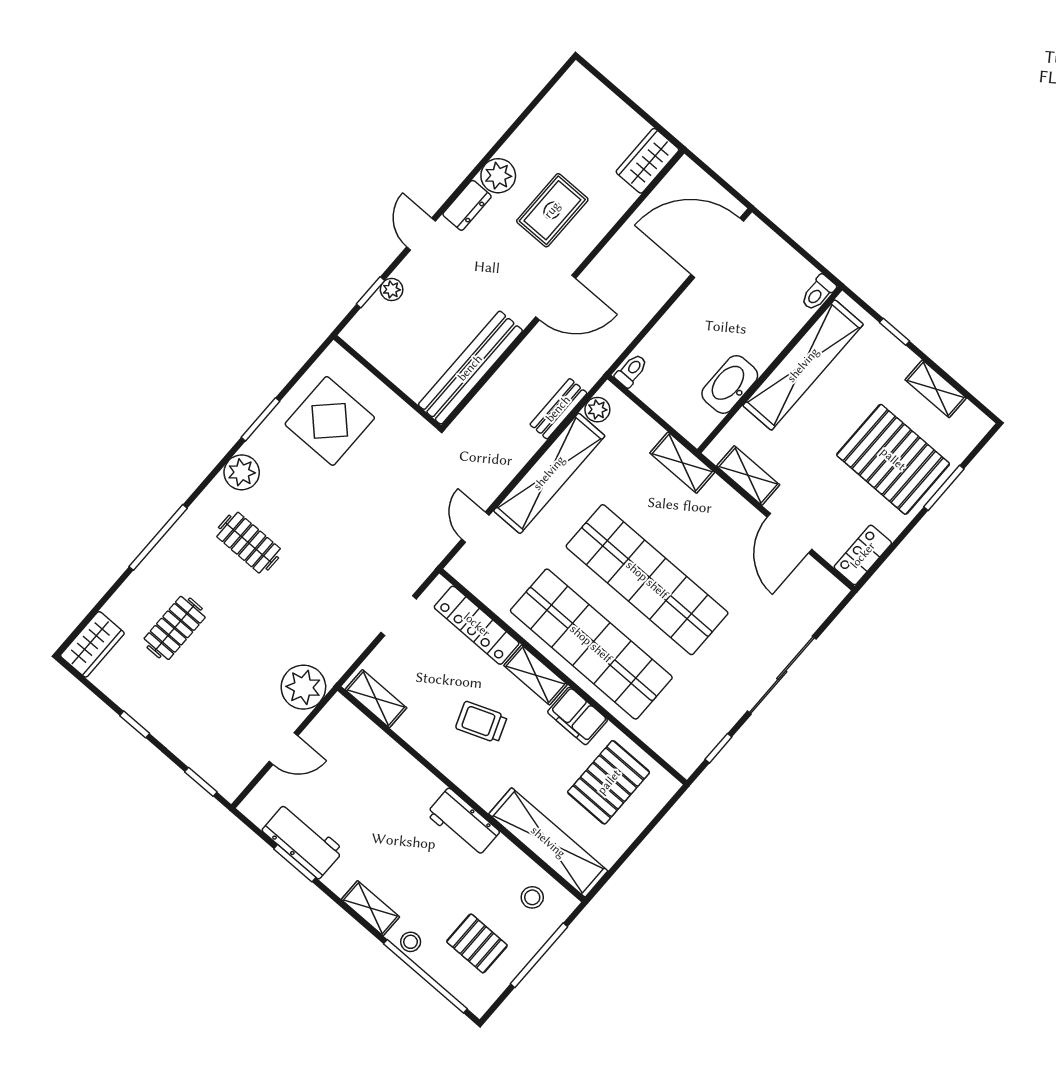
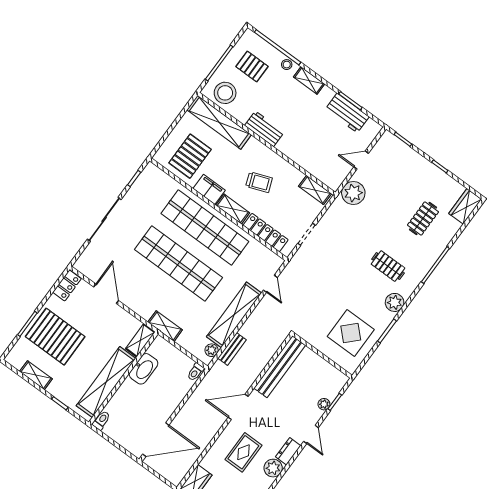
shelving: (748, 475) -> (140, 340), moved, turned 90
stool: (532, 897) -> (225, 93), width x1.89, depth x1.89

